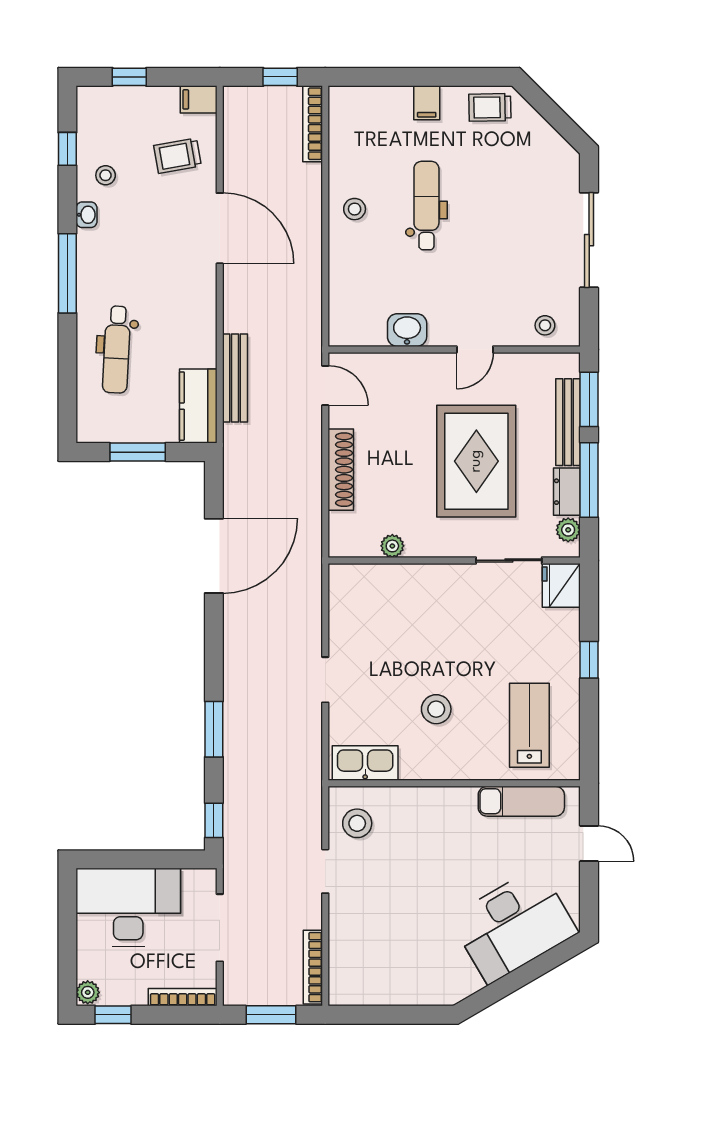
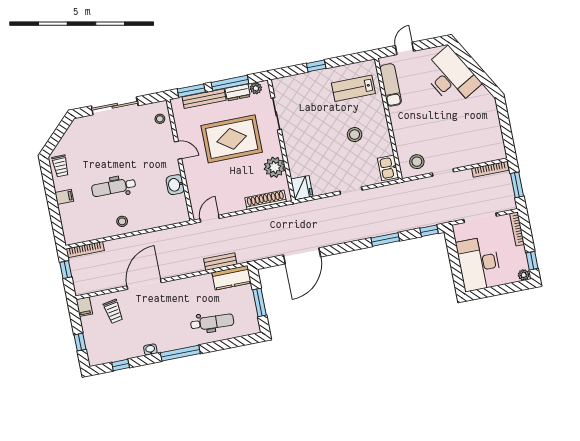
stool: (106, 175) -> (130, 344), removed
bench: (235, 378) -> (220, 262), width x0.73
shoe rack: (341, 470) -> (266, 200), moved
plant: (392, 546) -> (275, 167), width x1.88, depth x1.88
door: (214, 556) -> (302, 256), swing flipped
fridge: (561, 585) -> (302, 188), moved, turned -90
kitchen sink: (365, 763) -> (388, 168), width x0.73

